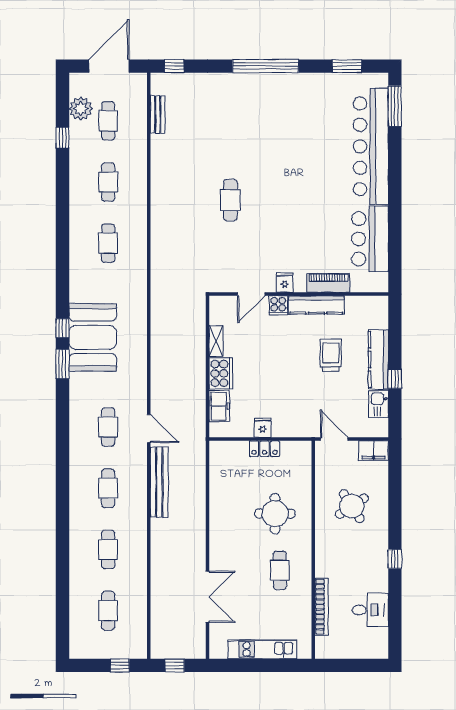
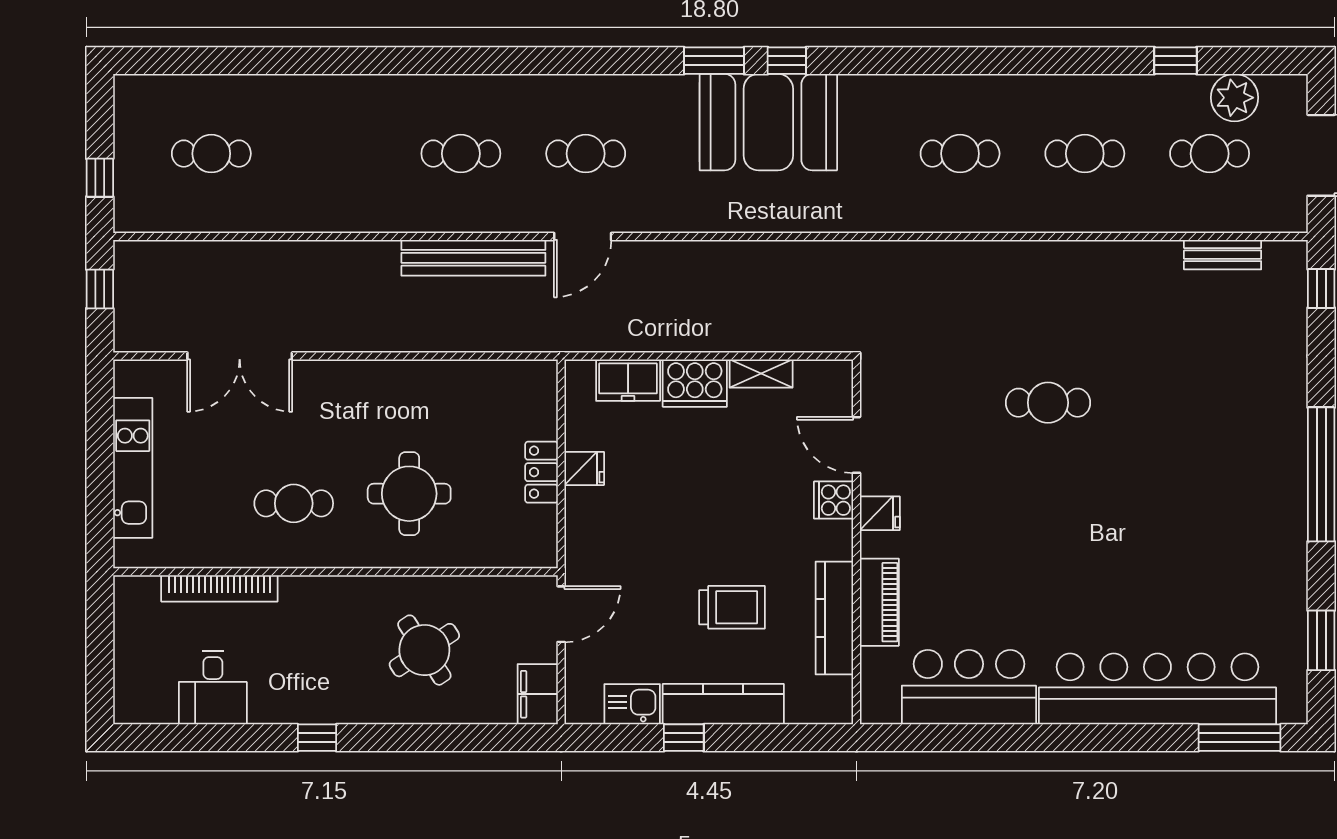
kitchen counter: (316, 305) -> (834, 618), moved
cafe table: (108, 549) -> (336, 154), removed

